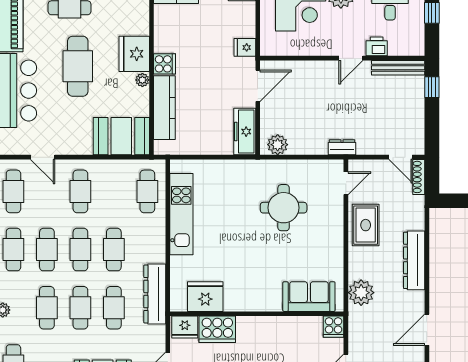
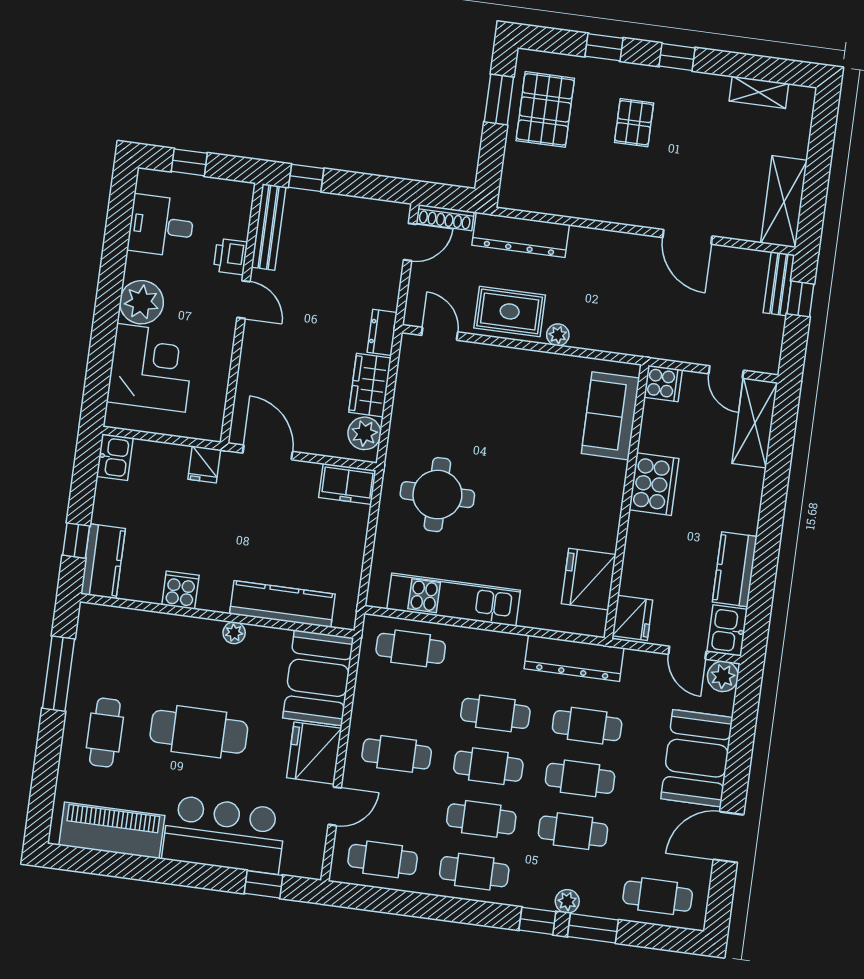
fridge: (134, 54) -> (314, 753), moved, turned 90
cooker: (165, 64) -> (180, 590), moved
freezer: (245, 132) -> (347, 484), width x0.71
wardrobe: (308, 144) -> (370, 385), added
round table: (284, 208) -> (437, 495), moved
dresser: (414, 260) -> (521, 235), moved
plant: (361, 293) -> (558, 335), moved, width x0.53, depth x0.53
cooker: (217, 329) -> (654, 484), moved

